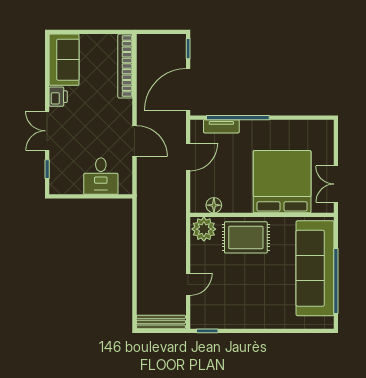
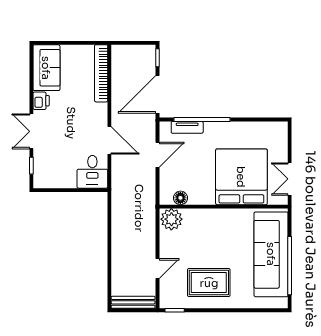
desk: (101, 176) -> (92, 172), moved
rug: (246, 237) -> (209, 283), moved

